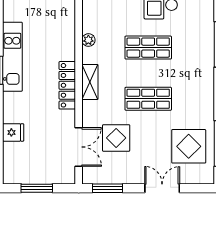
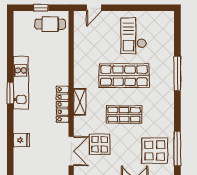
plant: (88, 40) -> (79, 70), removed
shop shelf: (148, 48) -> (124, 76), width x1.43, depth x1.36

